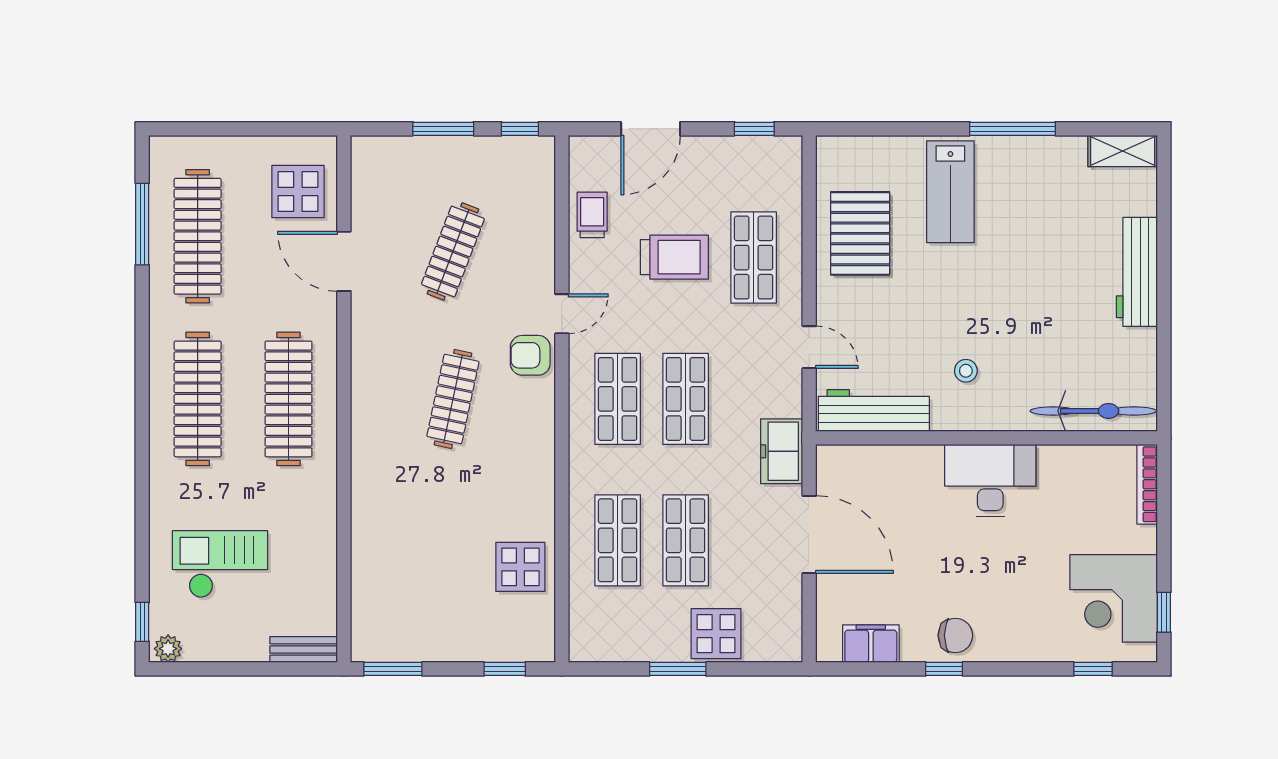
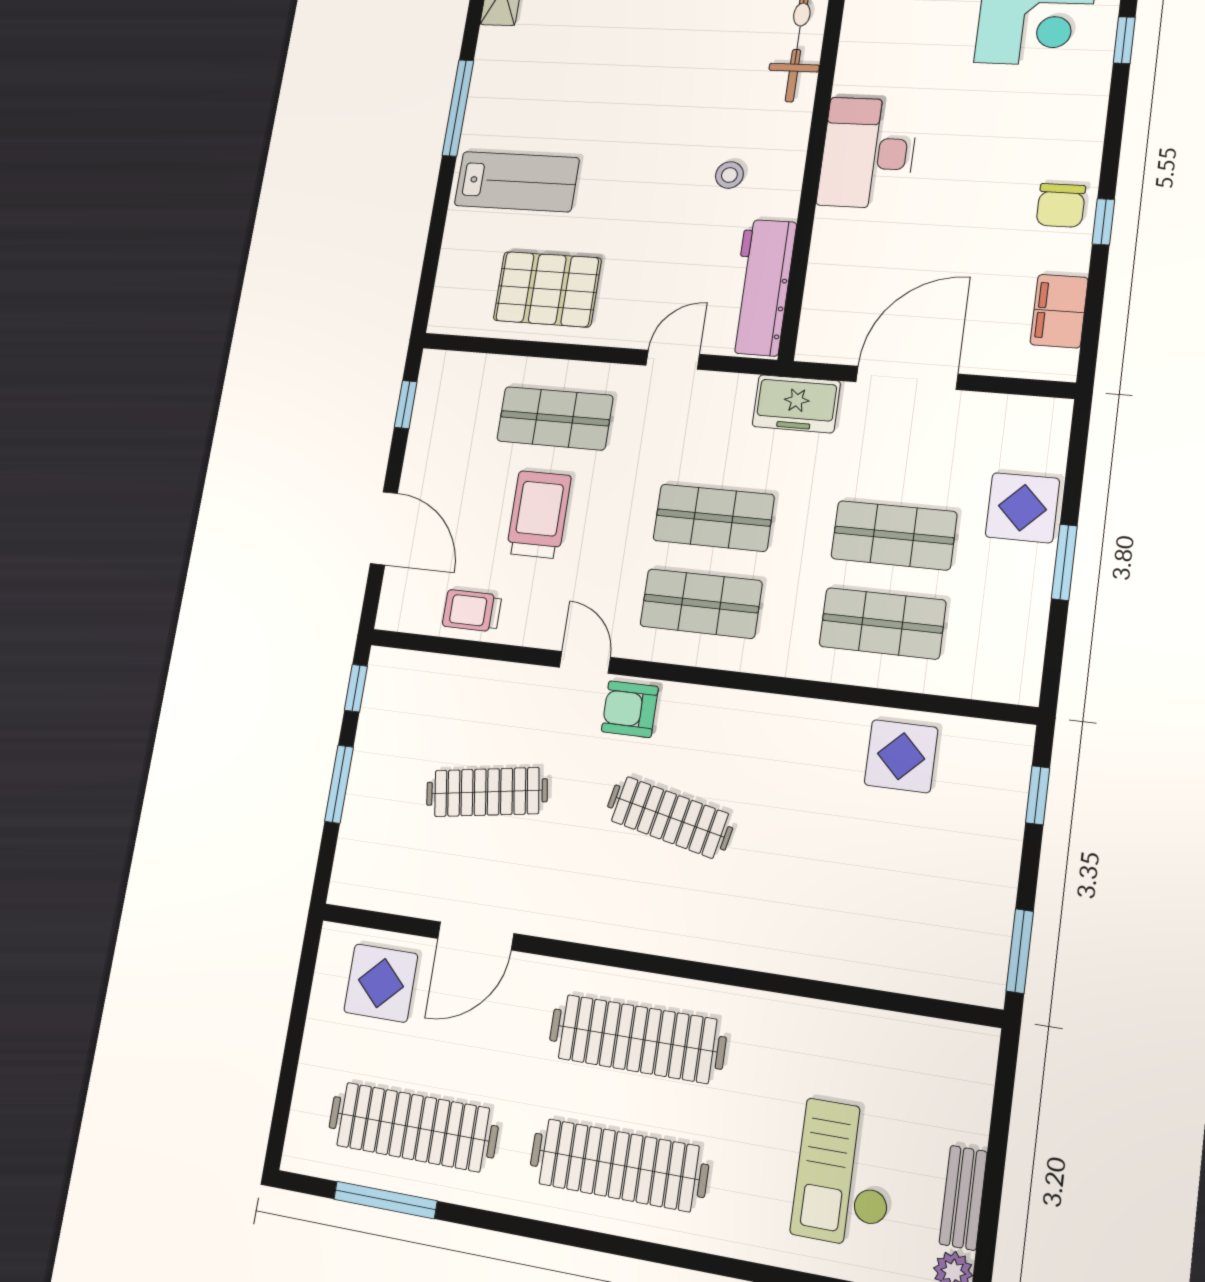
clothes rail: (453, 251) -> (487, 792), turned -30
armchair: (530, 355) -> (630, 709), turned 90
chair: (955, 635) -> (1061, 205), turned 180
bench: (304, 650) -> (963, 1198), moved

